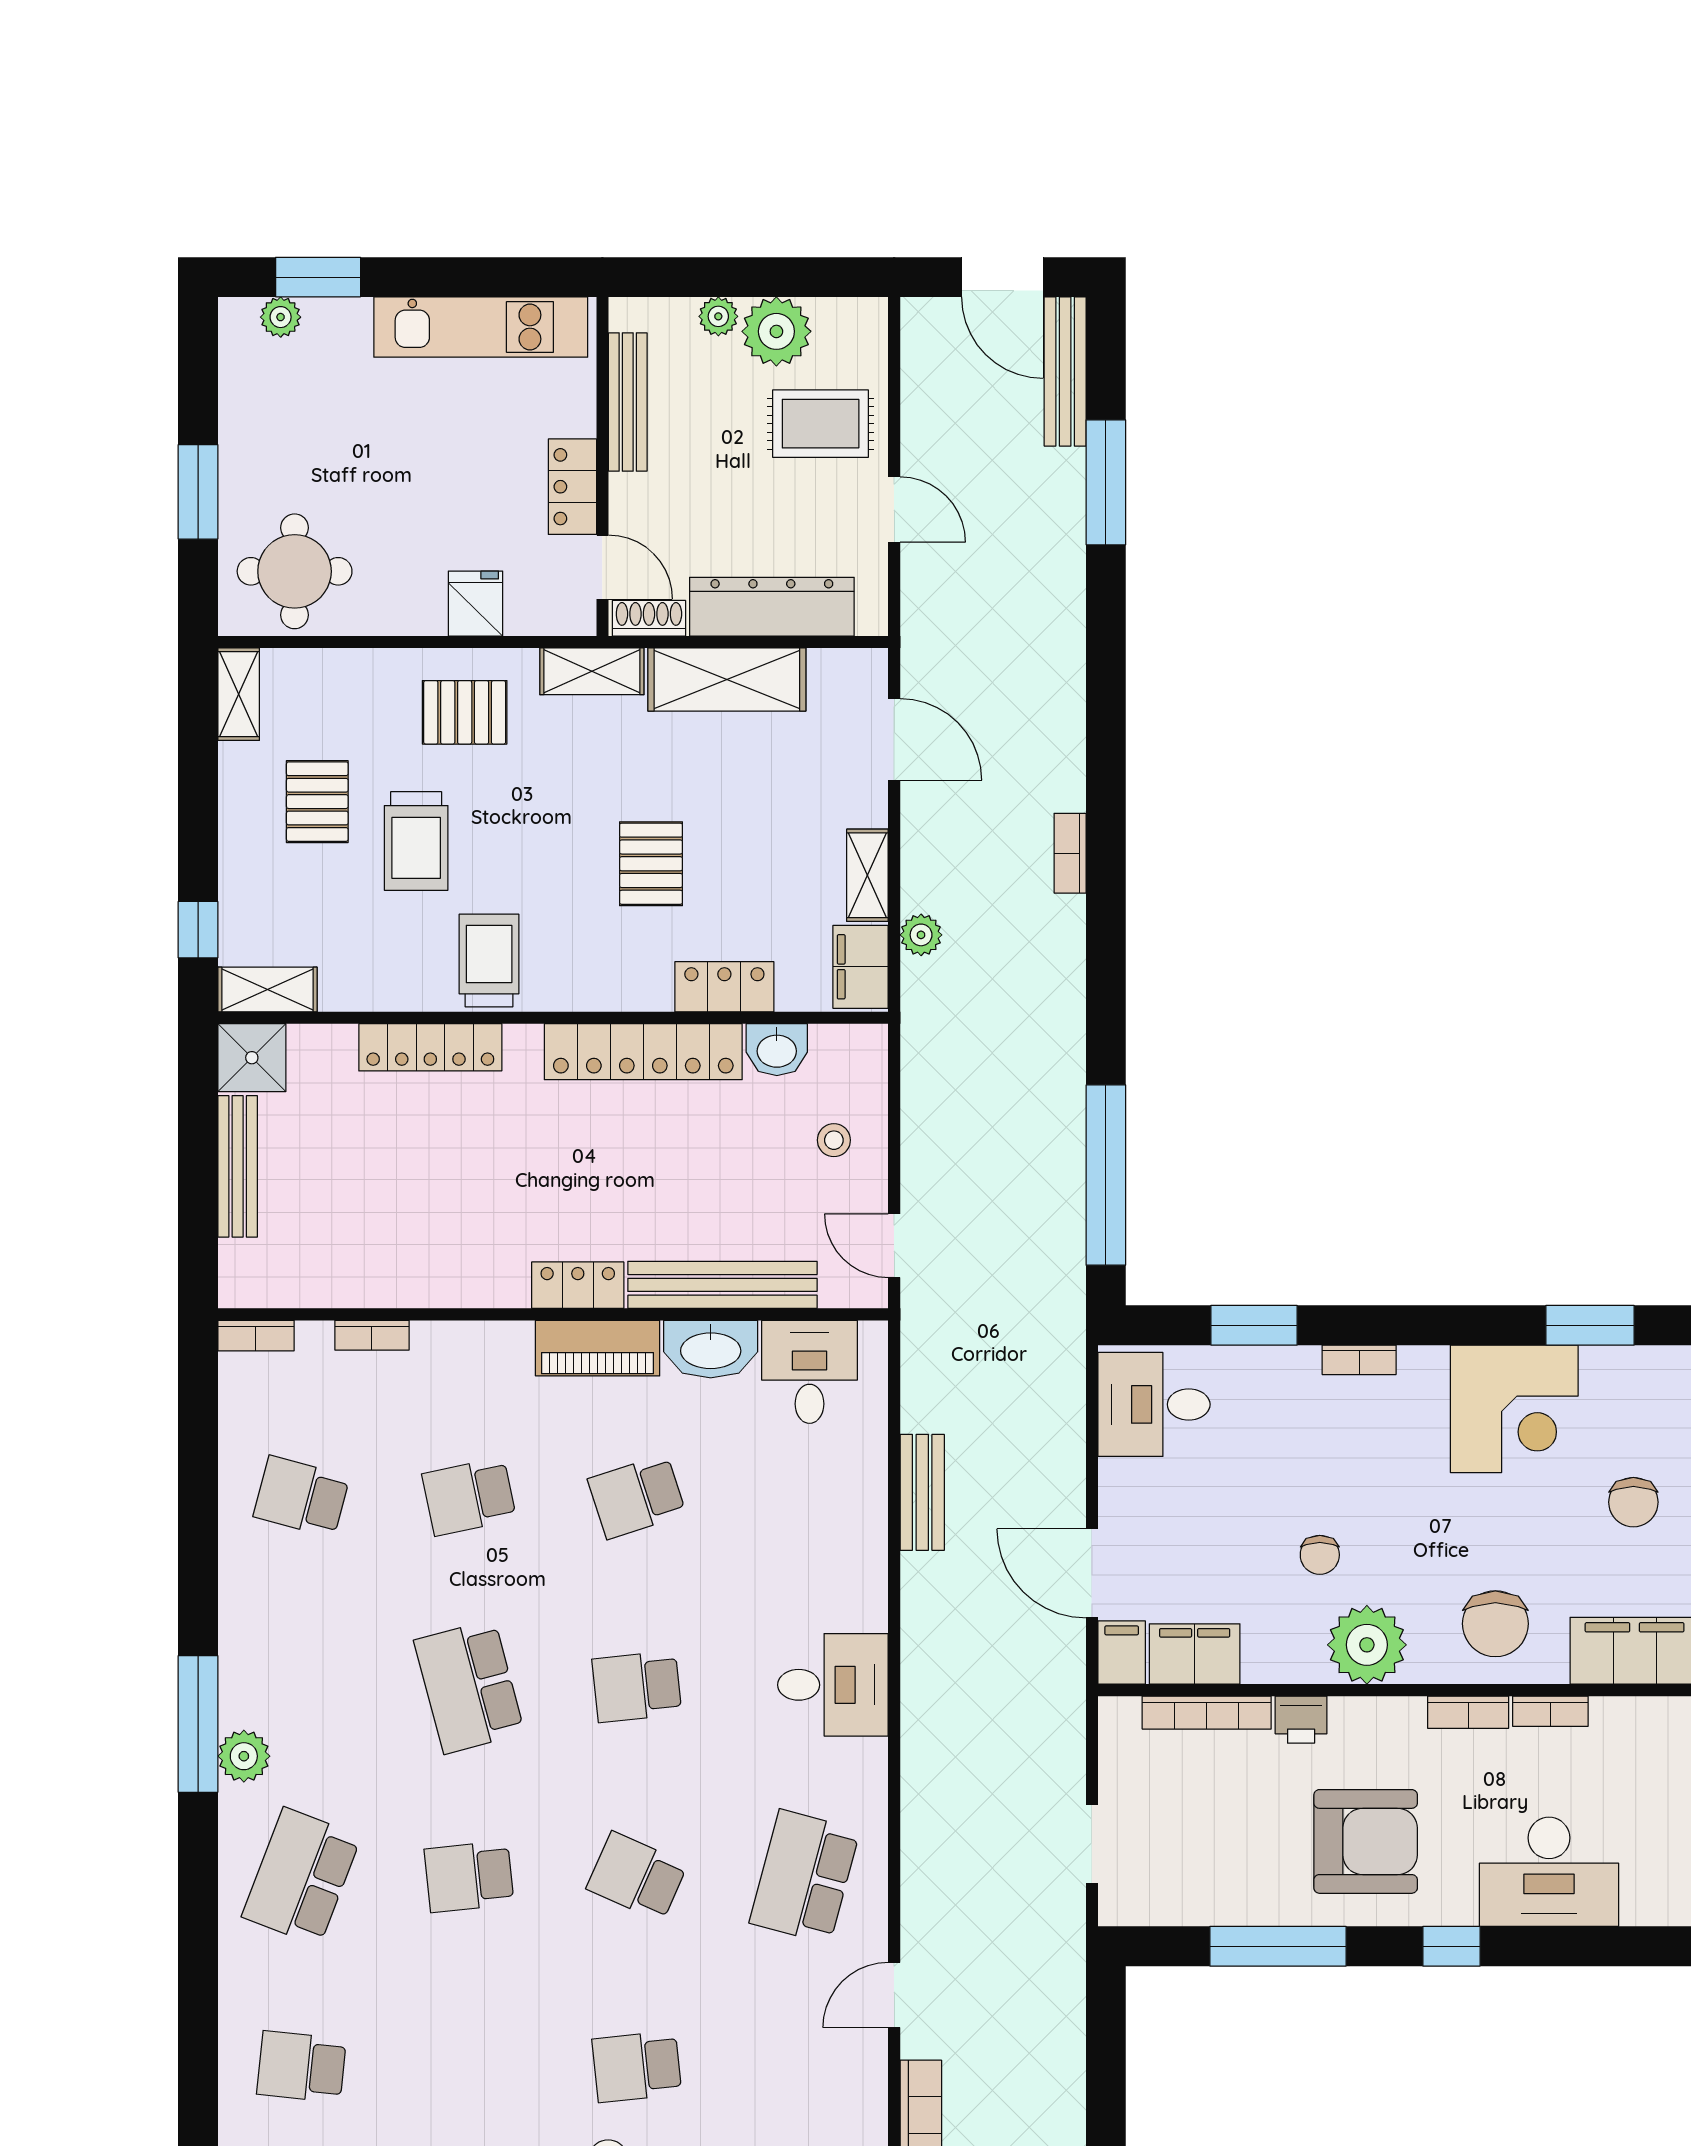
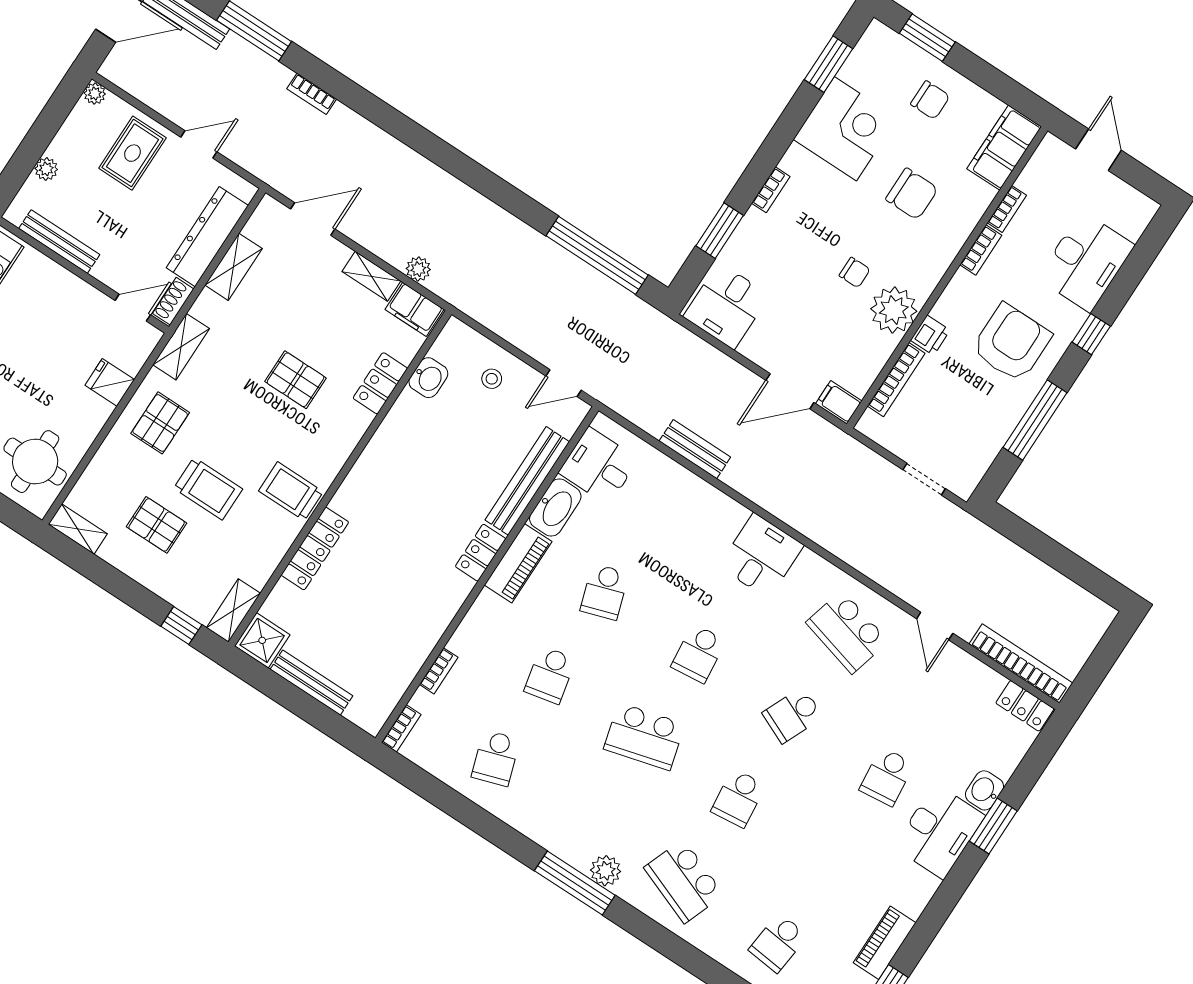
plant: (776, 331) -> (95, 94), moved, width x0.53, depth x0.53
locker: (572, 487) -> (83, 296), removed
shelving: (727, 679) -> (233, 267), width x0.67, depth x0.75
bookcase: (1070, 853) -> (312, 94), moved
locker: (643, 1052) -> (386, 444), removed
school desk: (301, 1497) -> (496, 758), turned -33
chair: (1495, 1624) -> (912, 194), moved
plant: (1367, 1645) -> (894, 310), moved
filing cabinet: (1195, 1654) -> (863, 367), removed

